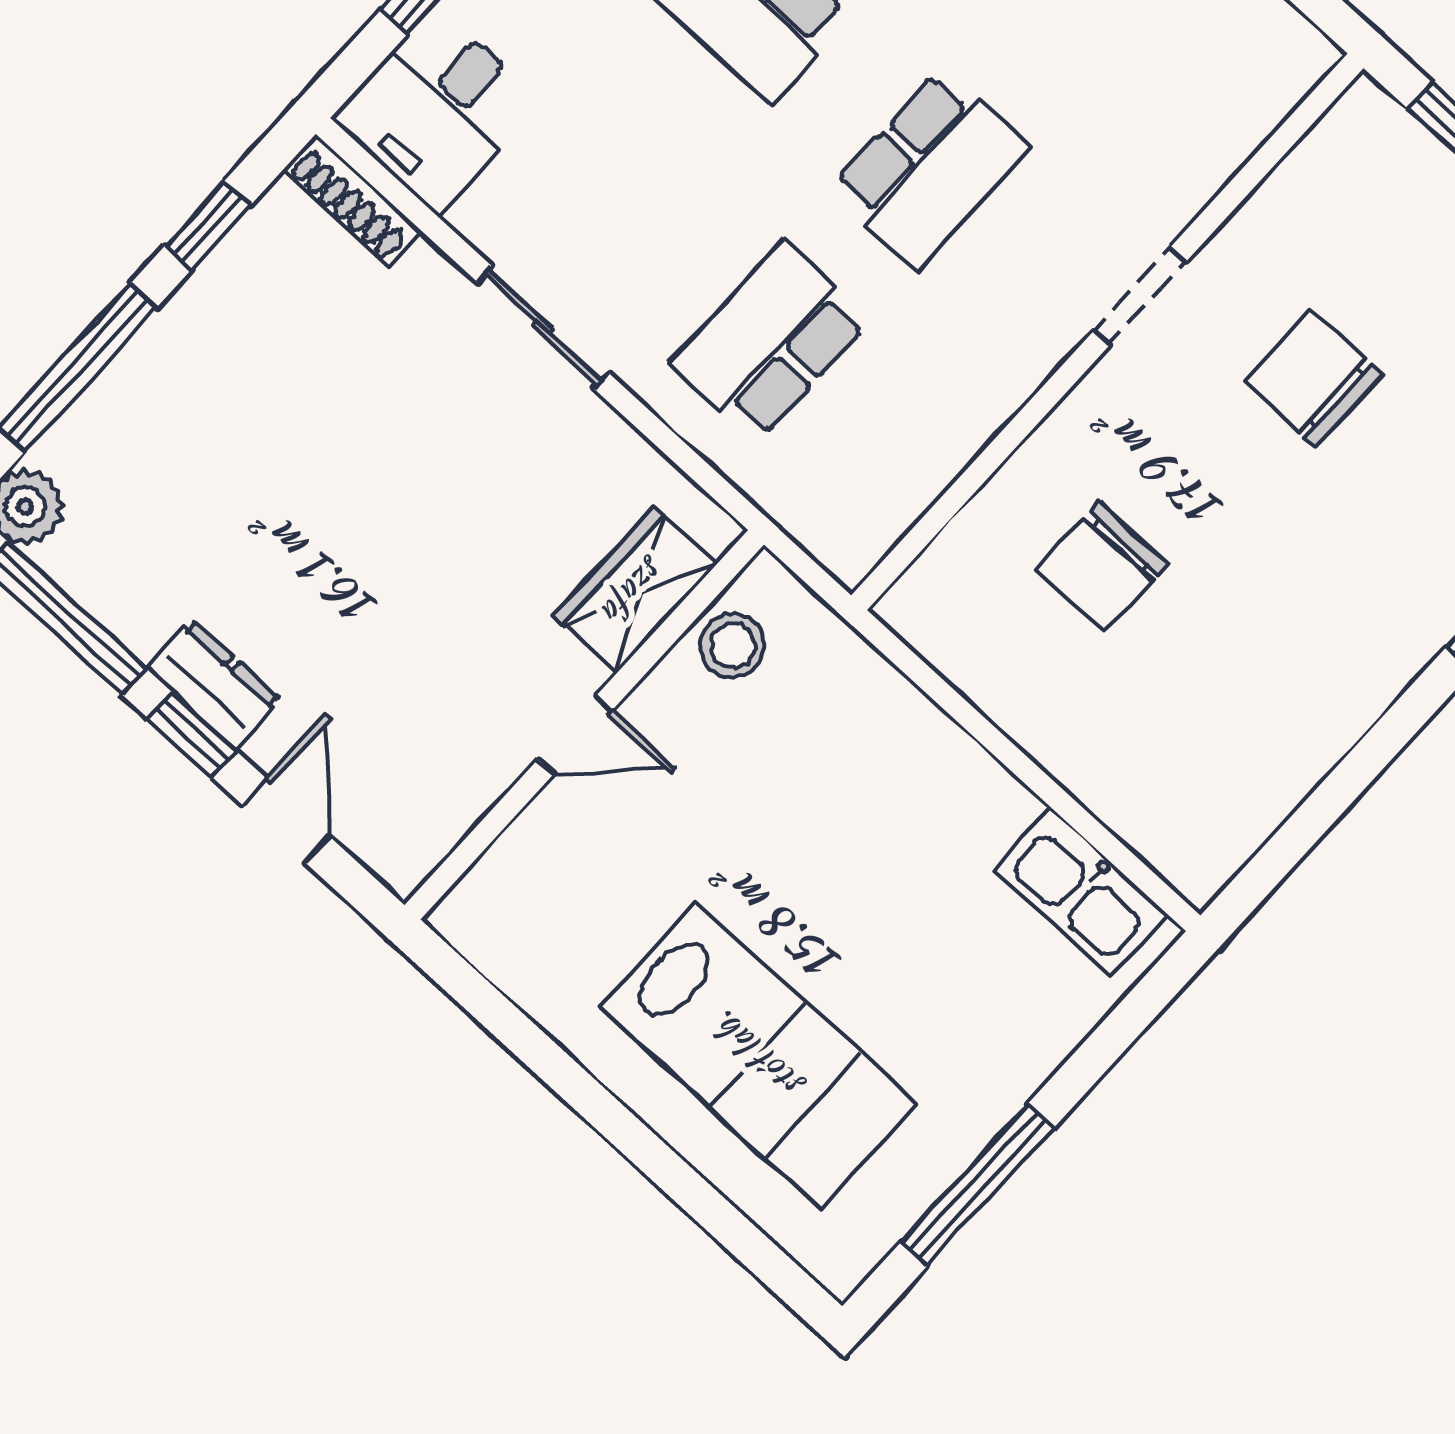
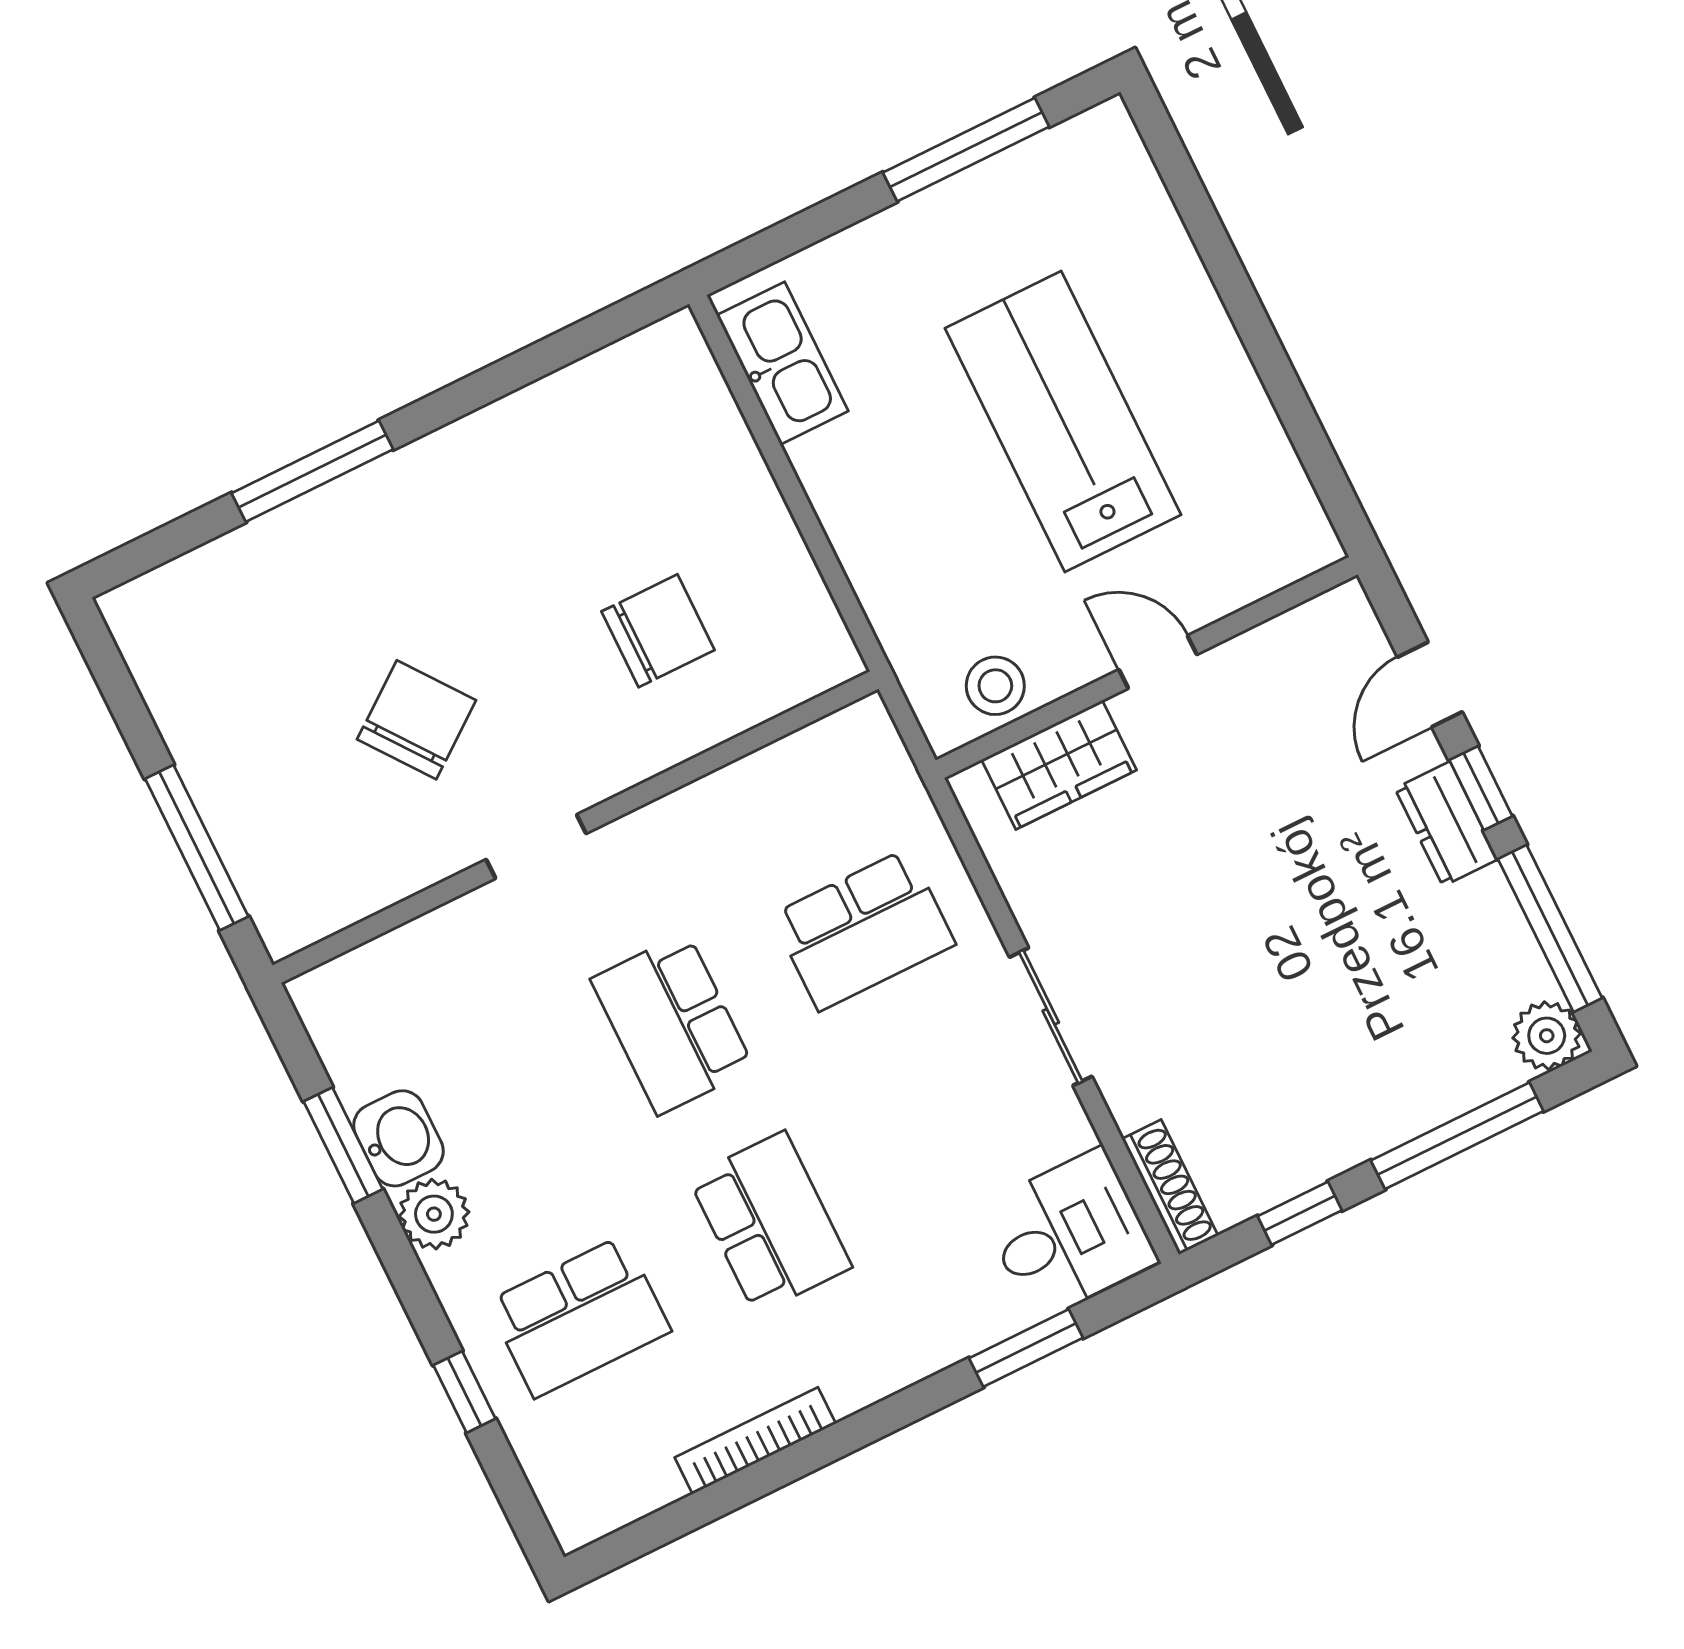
school desk: (929, 168) -> (672, 1024), turned -90
chair: (1314, 378) -> (417, 720), turned -127
lab bench: (758, 1056) -> (1063, 421), moved

